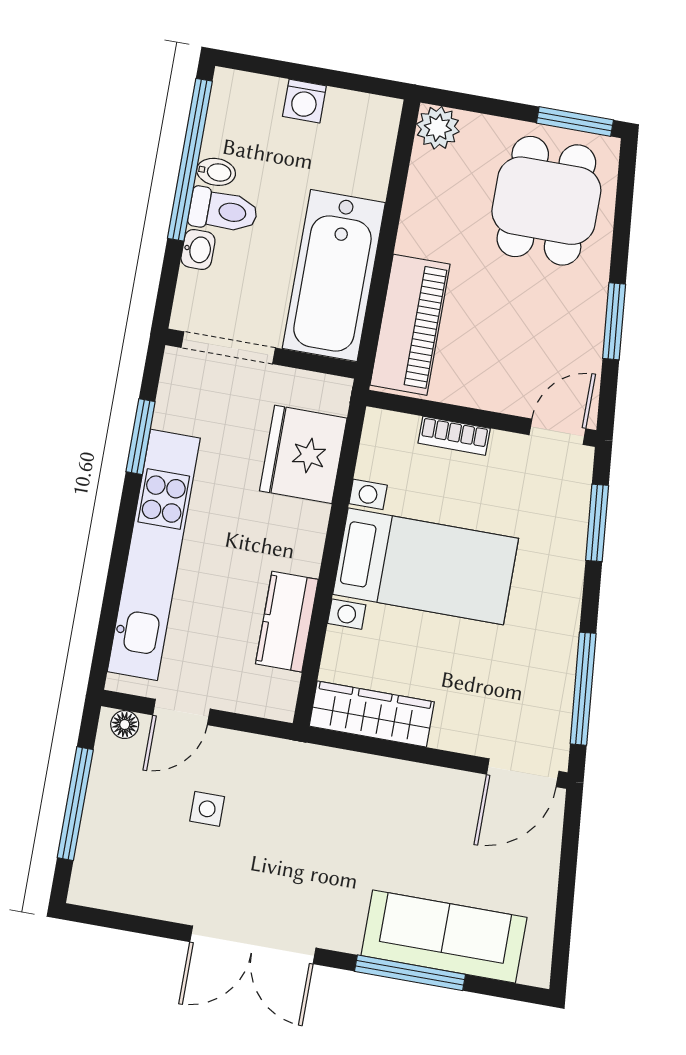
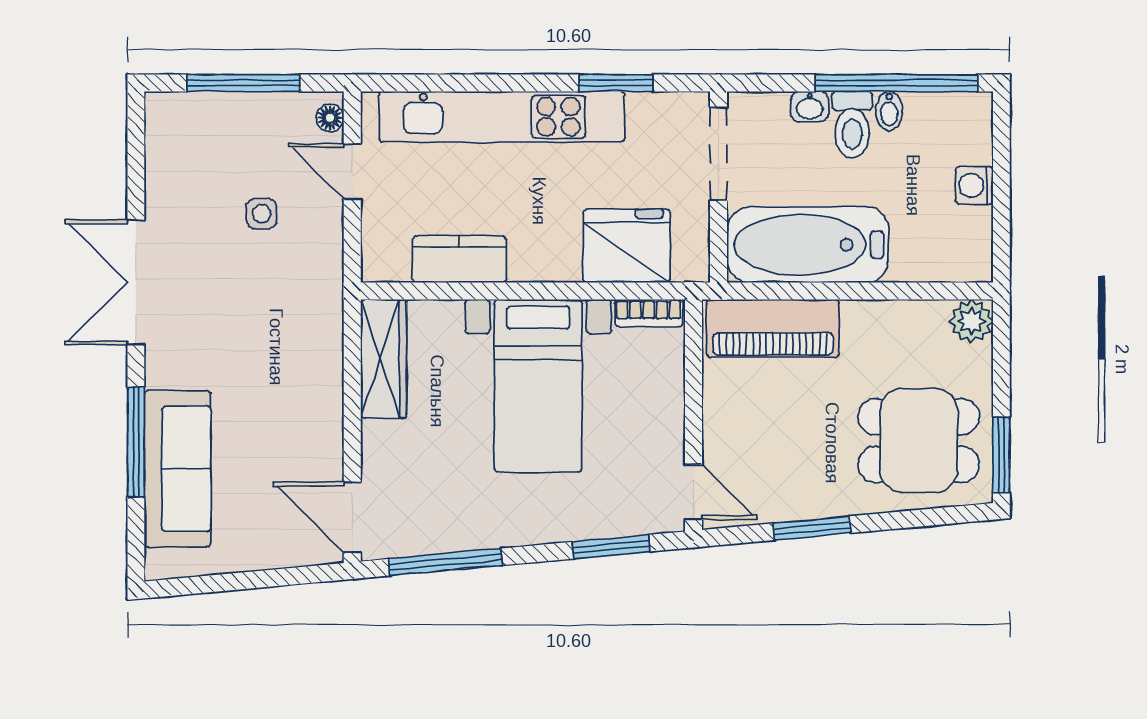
bookcase: (454, 436) -> (649, 313), moved, turned -90

